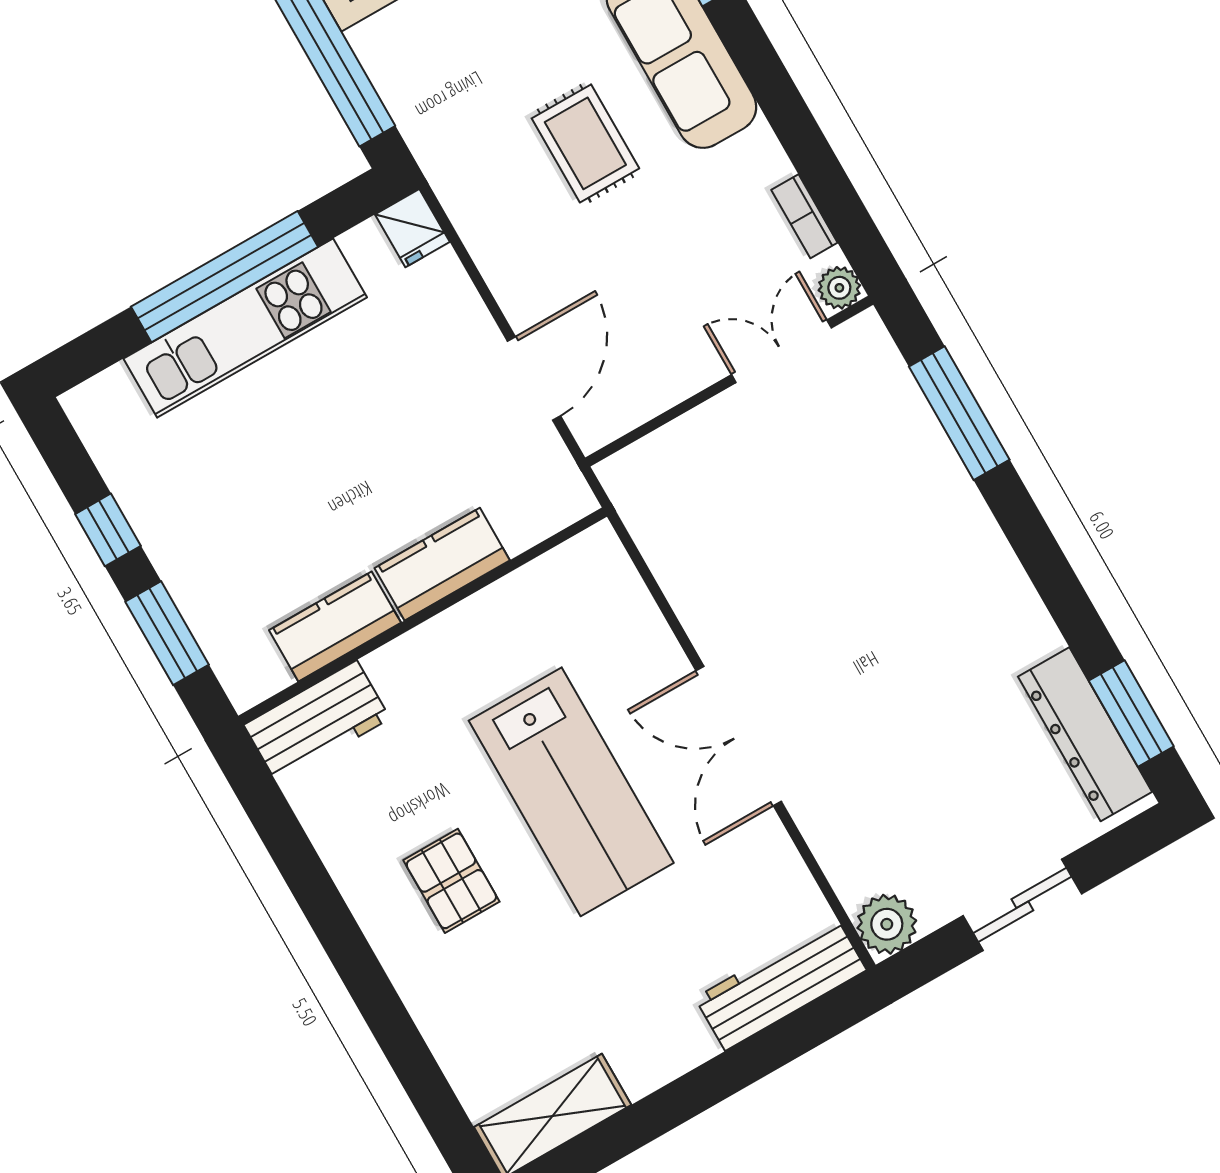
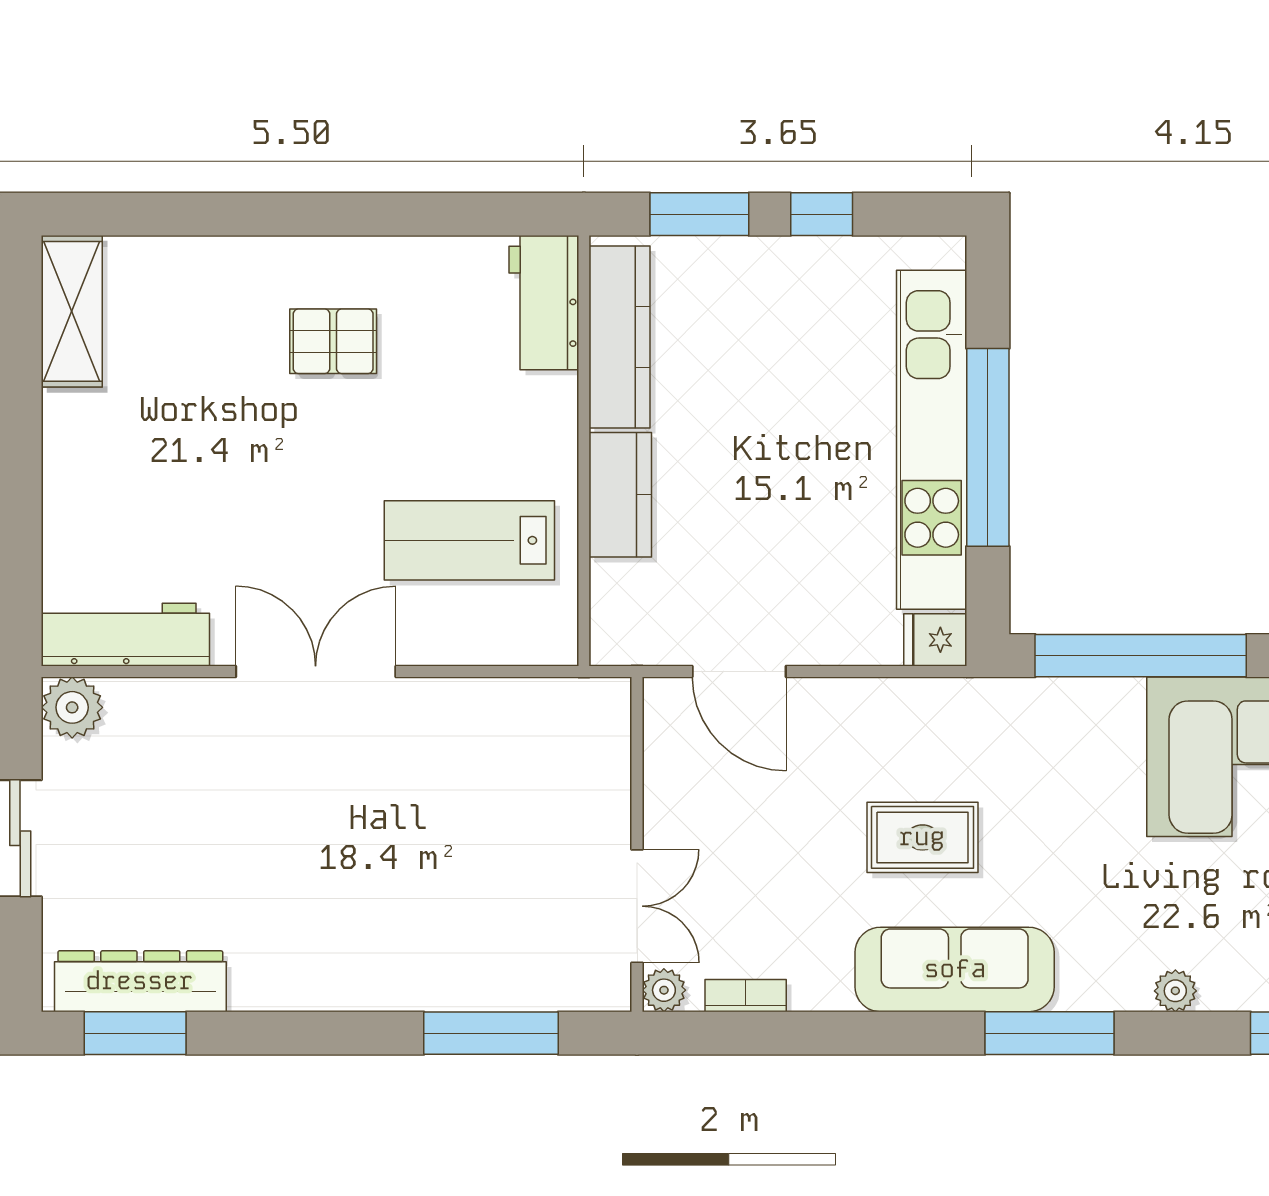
kitchen unit: (245, 328) -> (932, 440), width x1.36
kitchen counter: (335, 626) -> (620, 337), width x1.50
lab bench: (571, 792) -> (469, 540), moved, width x0.73, depth x0.72
workbench: (781, 984) -> (125, 635), moved, turned -90

